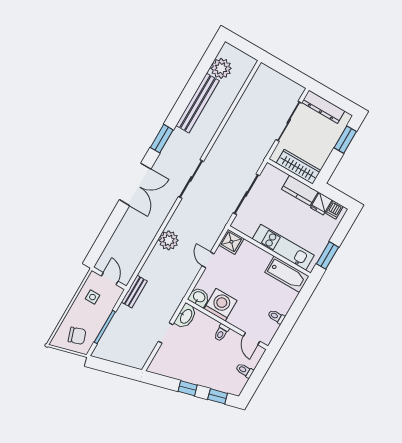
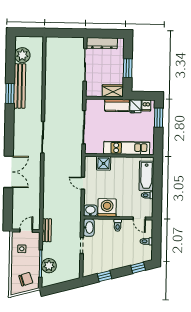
window: (162, 139) -> (10, 93), moved
window: (345, 140) -> (128, 68), moved
wardrobe: (298, 167) -> (113, 91), width x0.67
double door: (135, 184) -> (9, 172), moved
plant: (169, 240) -> (49, 266), moved
shower: (231, 242) -> (104, 163), moved
window: (328, 255) -> (159, 118), moved
bathtub: (287, 274) -> (146, 176), moved, turned 90
door: (110, 279) -> (26, 231), hinge flipped
window: (188, 388) -> (105, 276), moved

